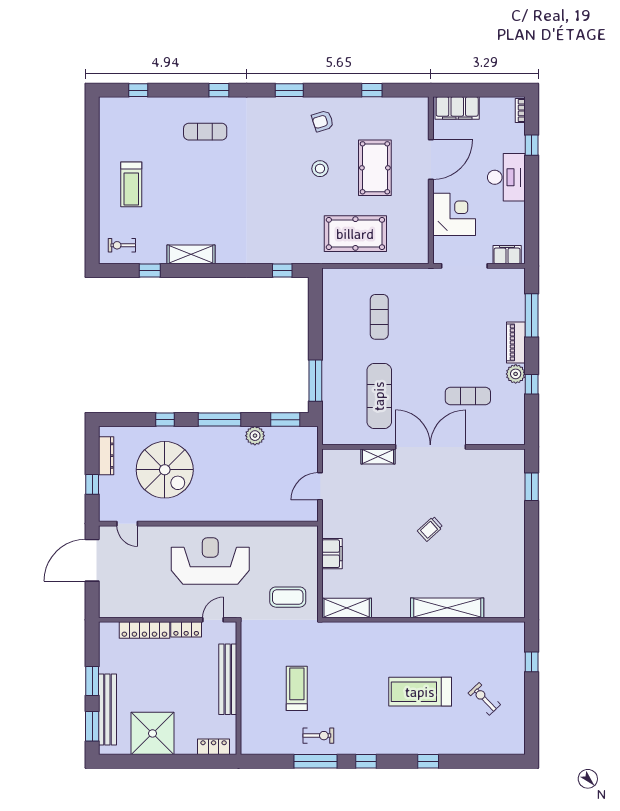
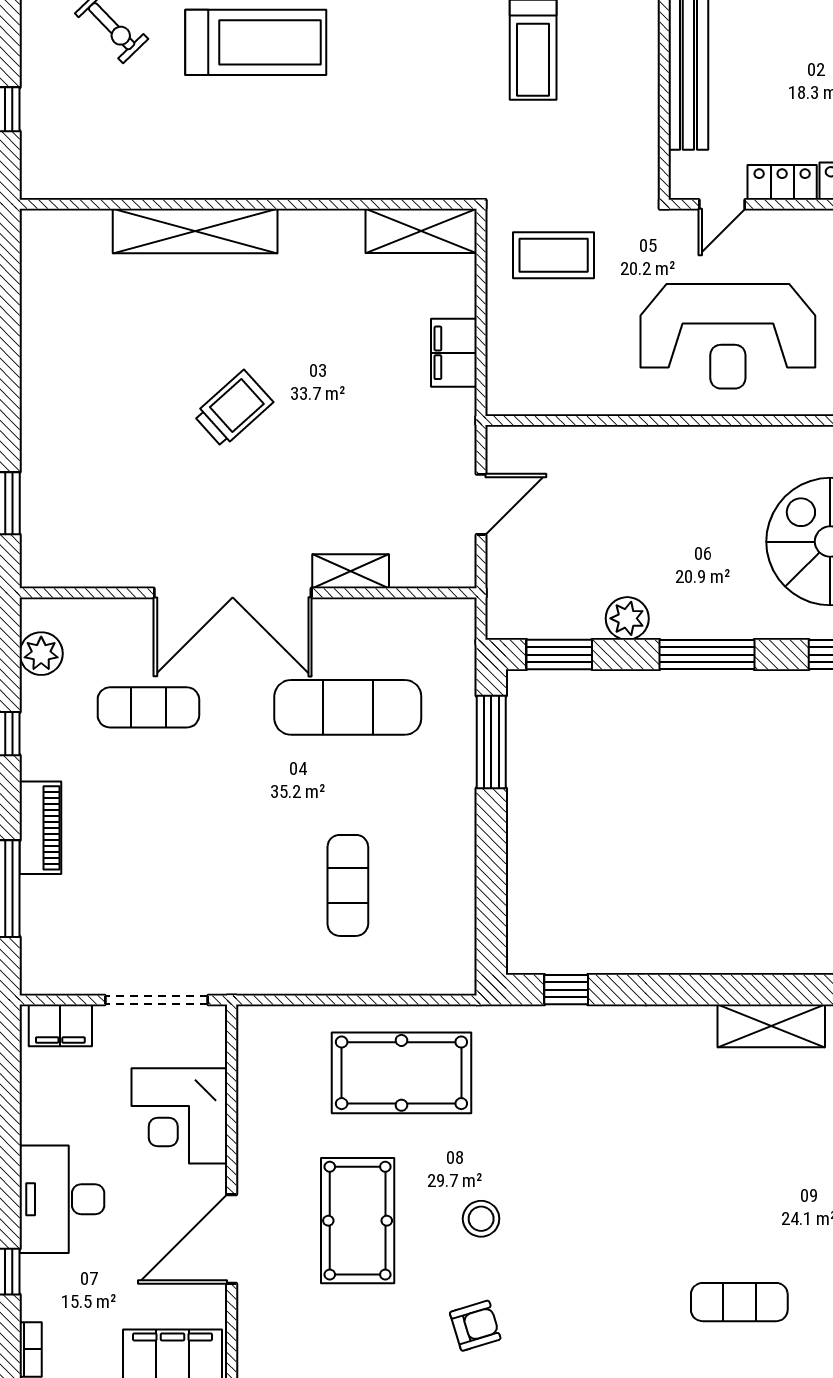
plant: (516, 374) -> (41, 654), moved
exercise mat: (379, 396) -> (348, 707), turned 90
trolley: (430, 529) -> (233, 409), width x1.36, depth x1.39

